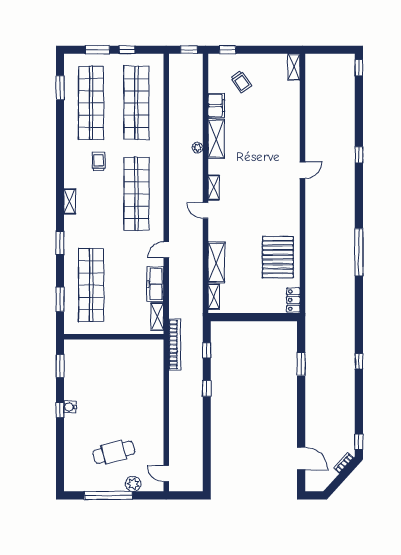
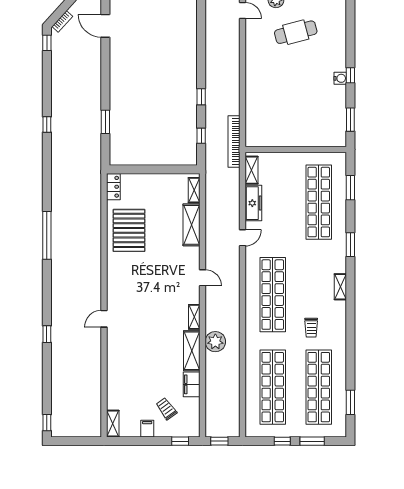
filing cabinet: (260, 62) -> (147, 429), added
plant: (198, 148) -> (215, 342), width x1.88, depth x1.88
shelving: (214, 188) -> (194, 317), moved

